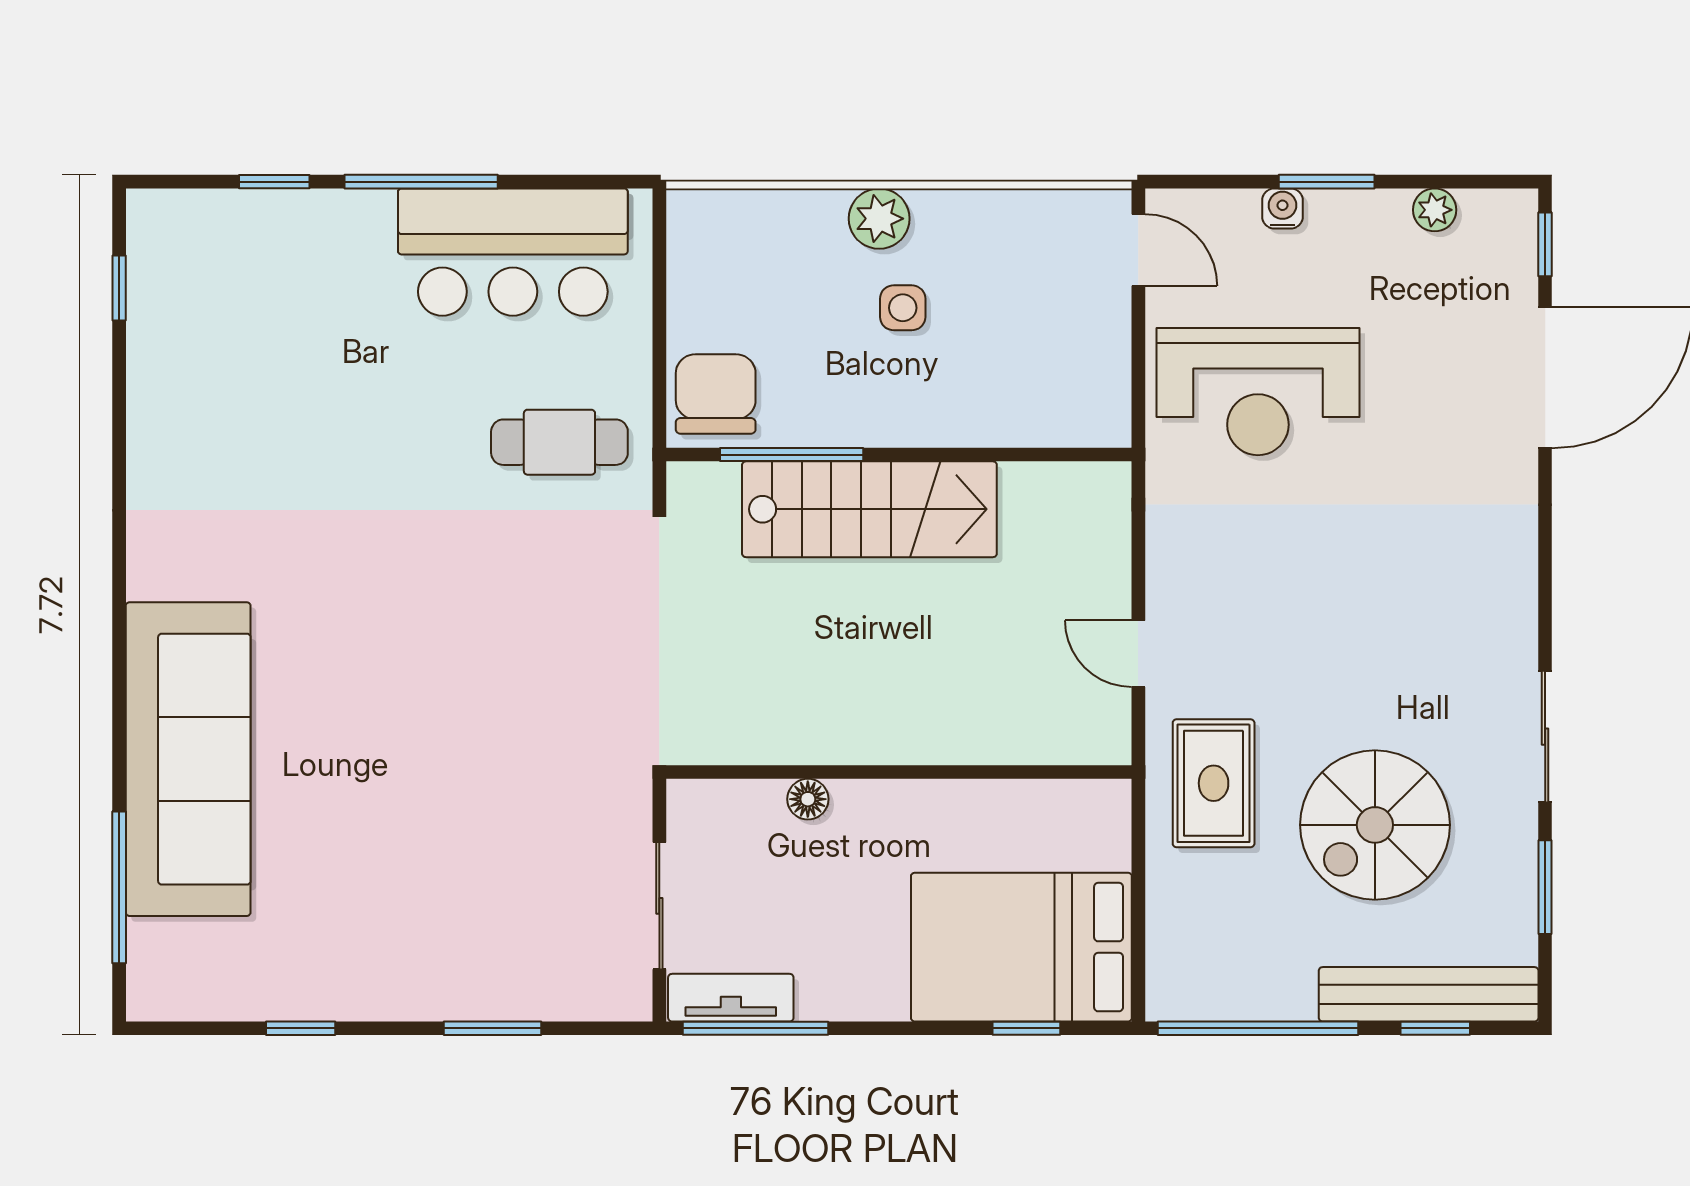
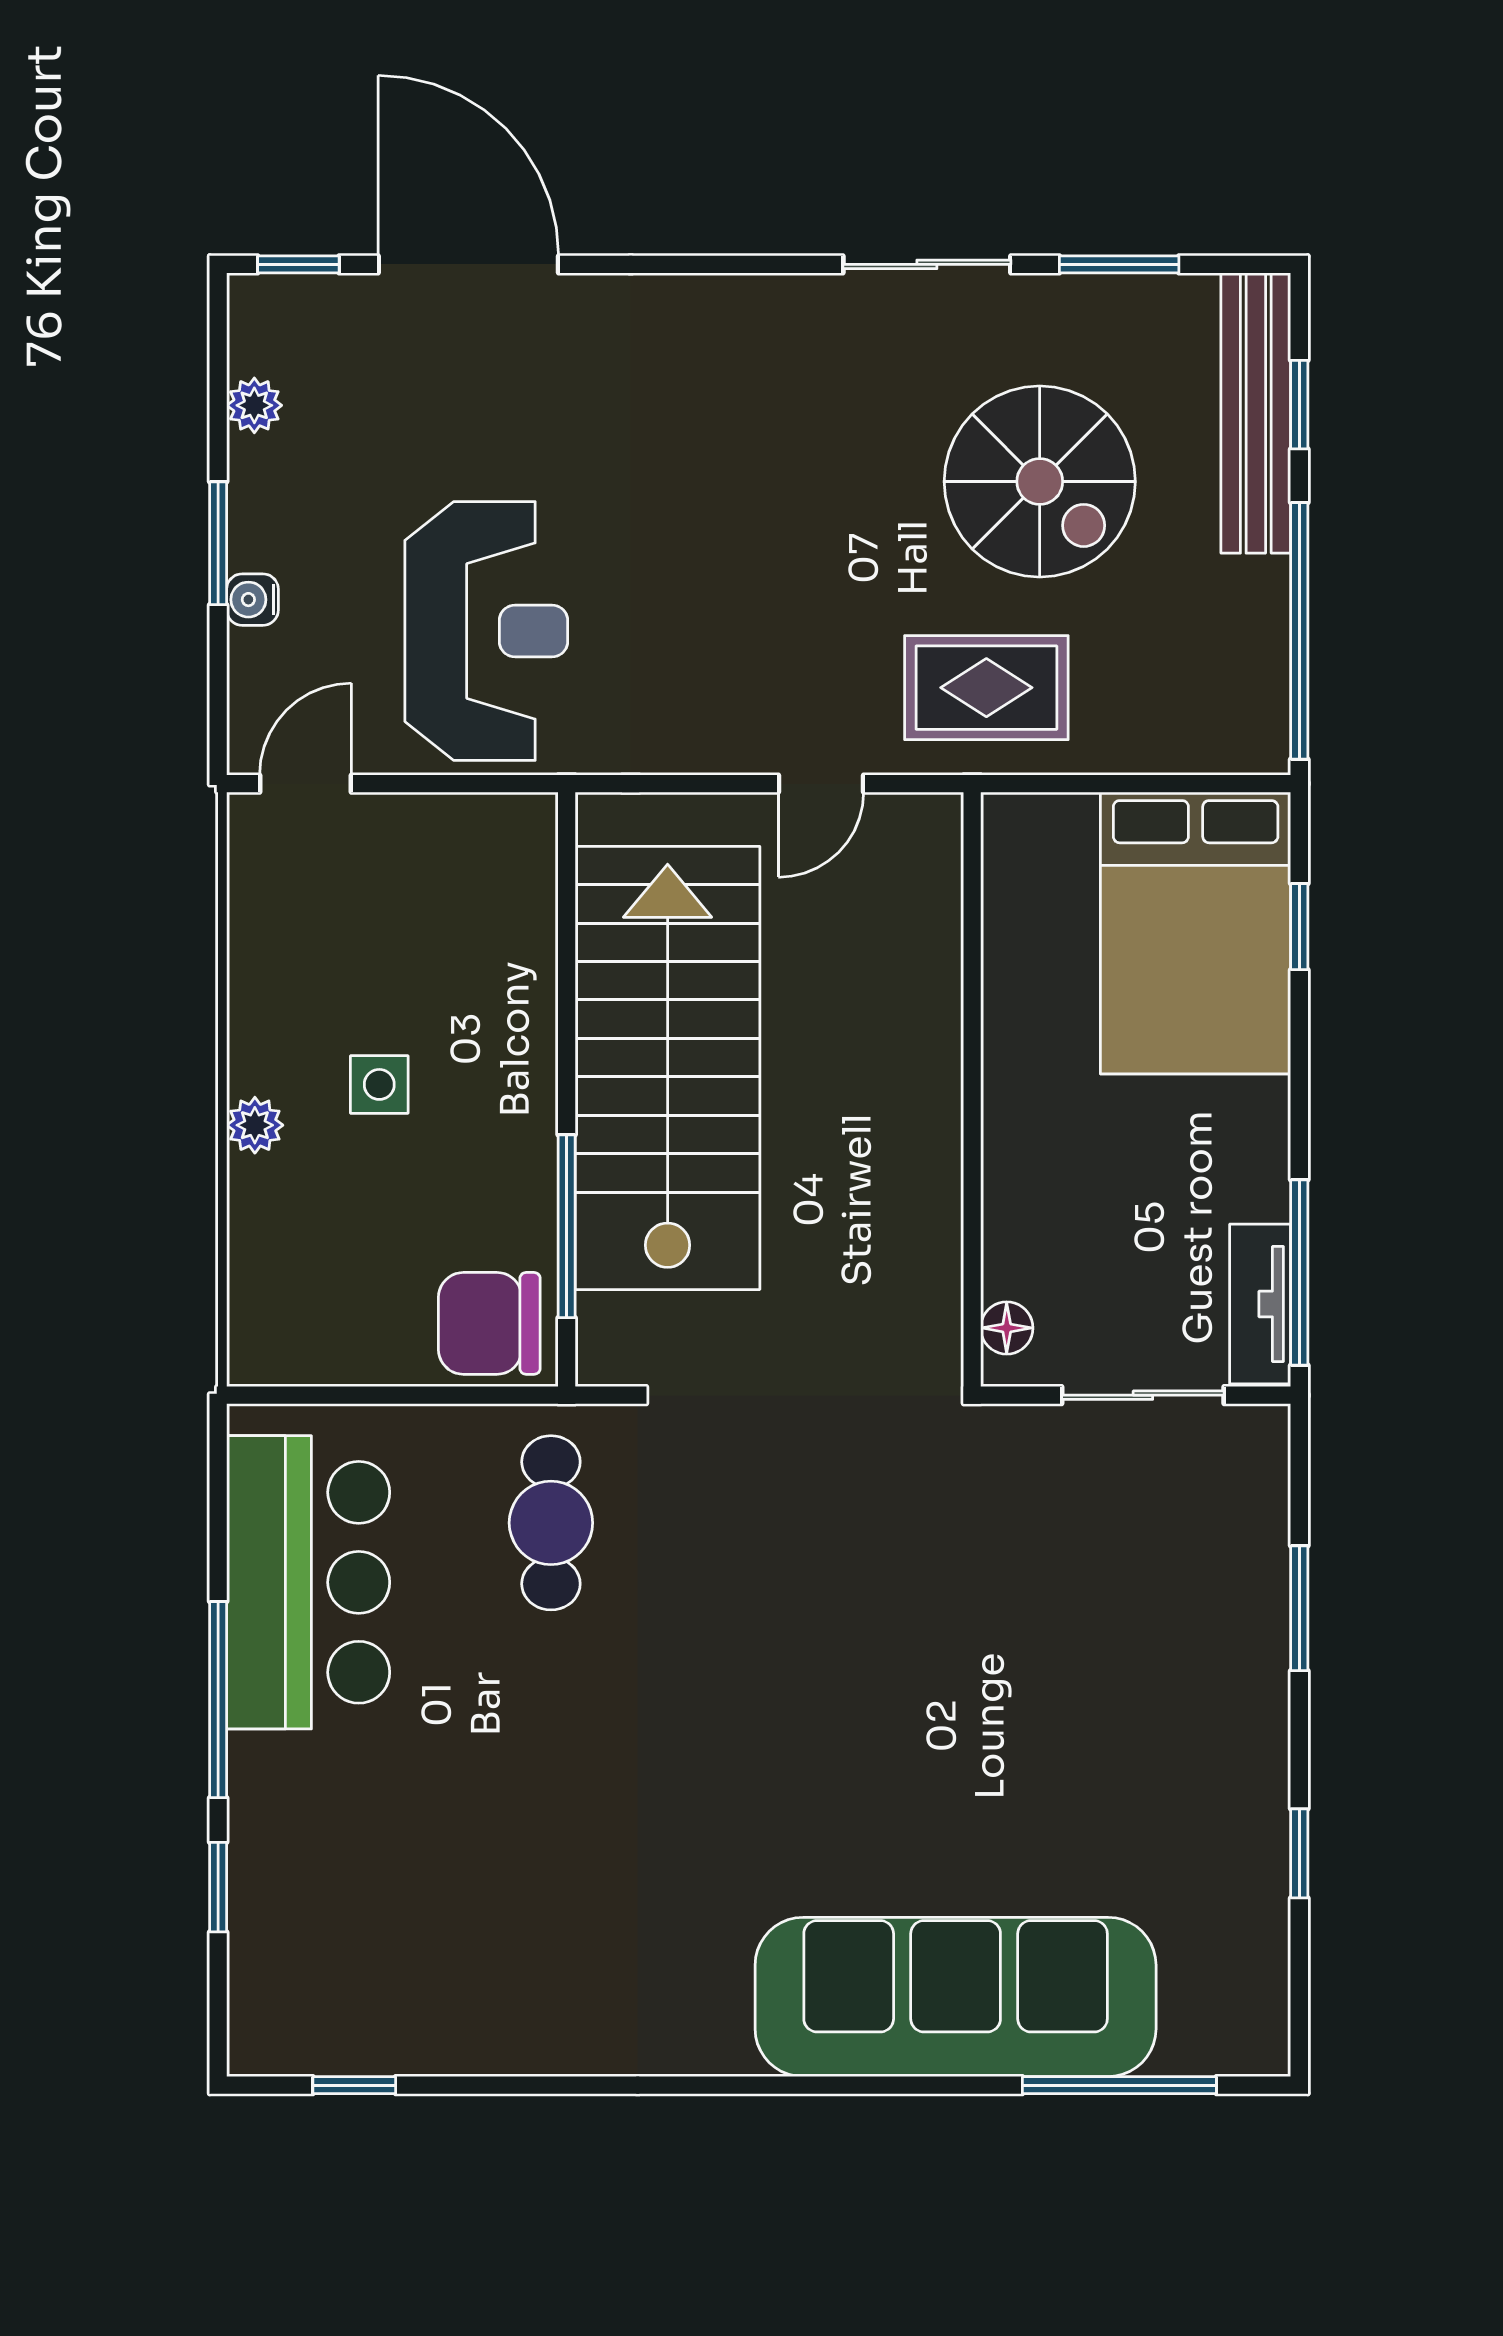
plant: (879, 219) -> (255, 1125), width x0.73, depth x0.73
stairs: (869, 509) -> (668, 1068), width x1.36, depth x1.51
floor lamp: (808, 799) -> (1007, 1328), moved

